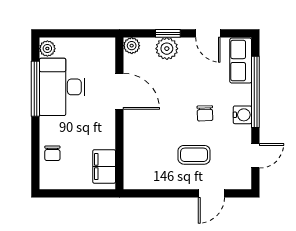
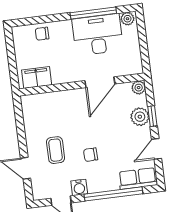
water cooler: (242, 115) -> (79, 187), moved

